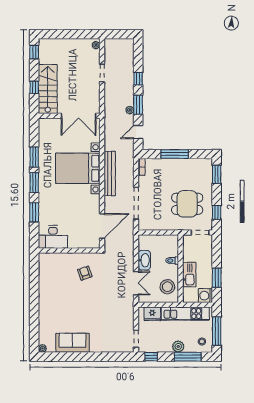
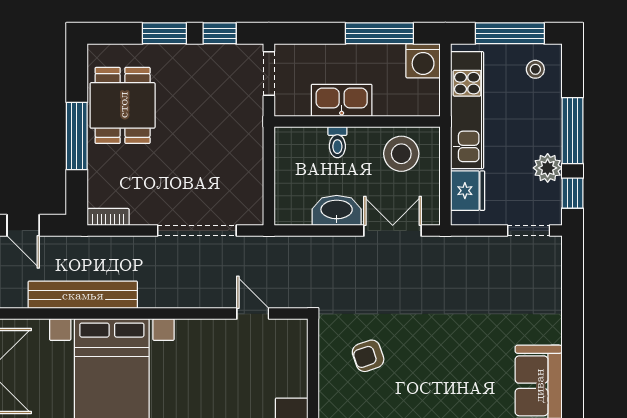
bench: (110, 173) -> (83, 295), moved
window: (217, 174) -> (164, 33), moved
dining table: (187, 204) -> (123, 105), moved
door: (102, 226) -> (253, 314), width x0.53
kitchen sink: (189, 275) -> (342, 100), moved
window: (217, 278) -> (379, 33), width x1.44
plant: (178, 346) -> (548, 168), moved
window: (188, 357) -> (572, 131), moved

